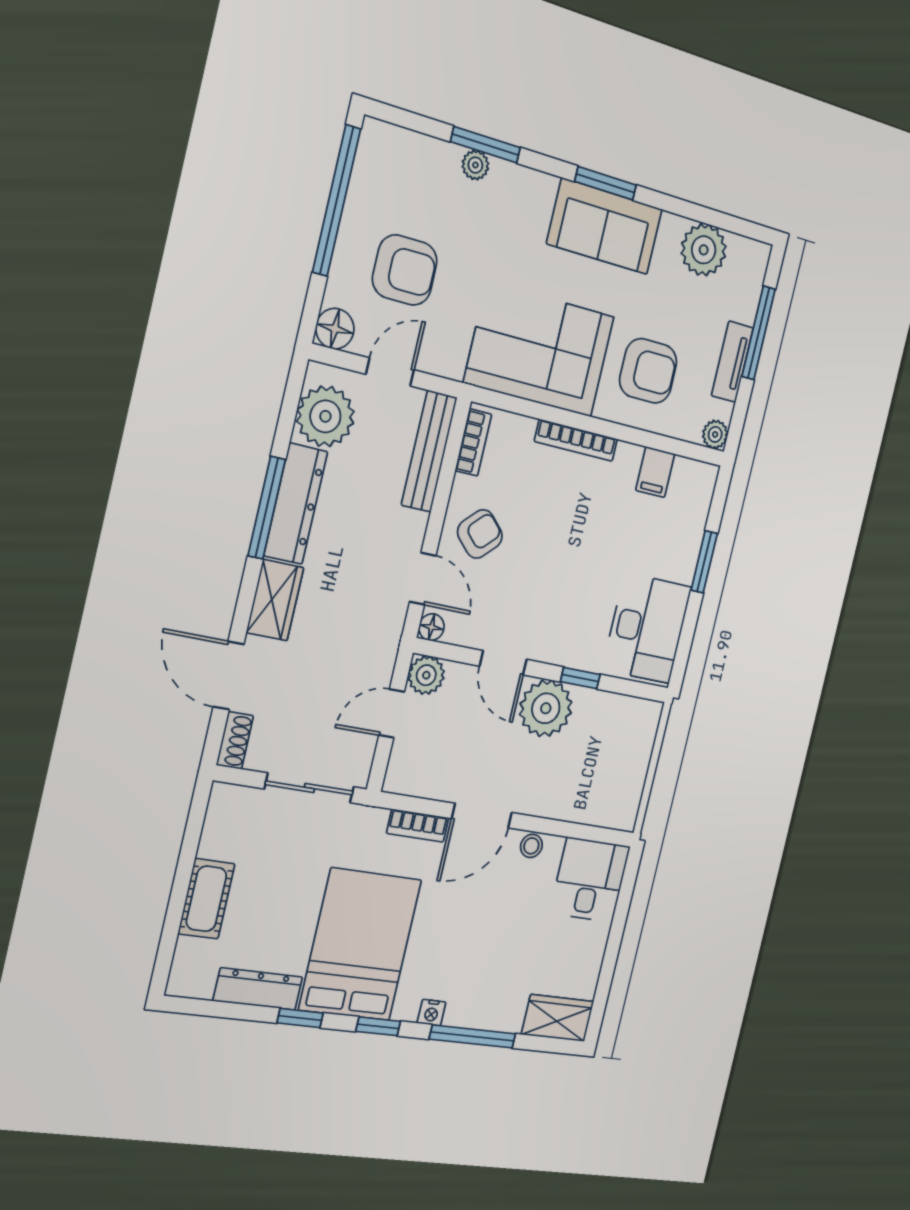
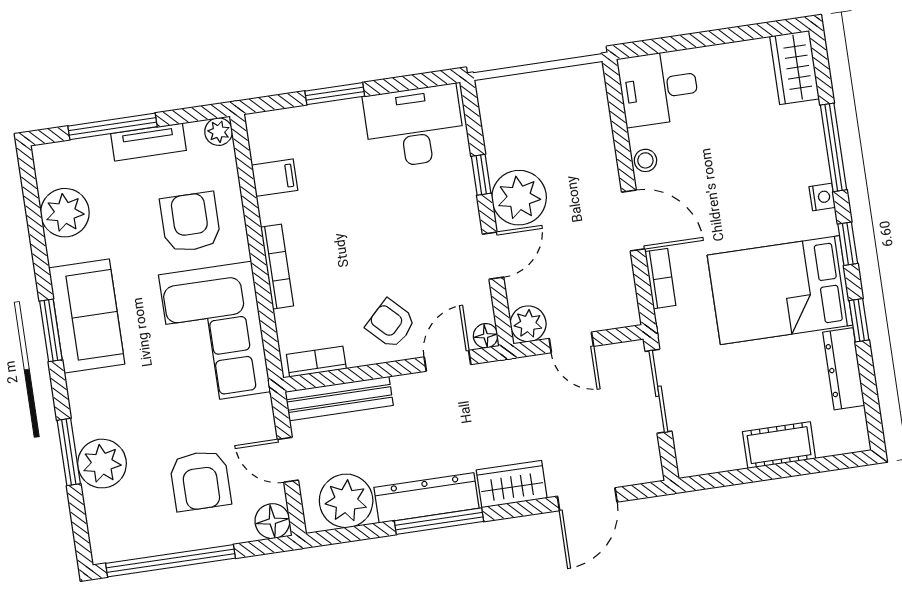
plant: (475, 165) -> (102, 464), width x1.88, depth x1.88
armchair: (405, 270) -> (200, 481), turned 180
shoe rack: (235, 740) -> (639, 473), removed

